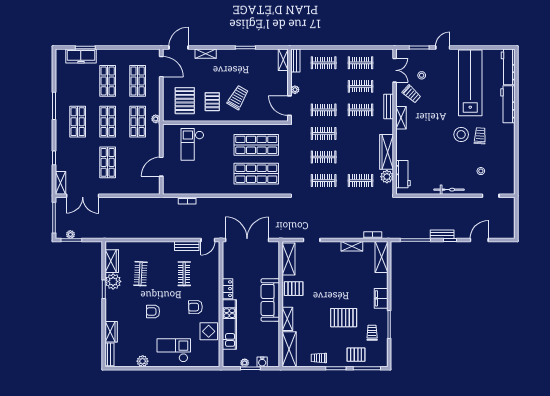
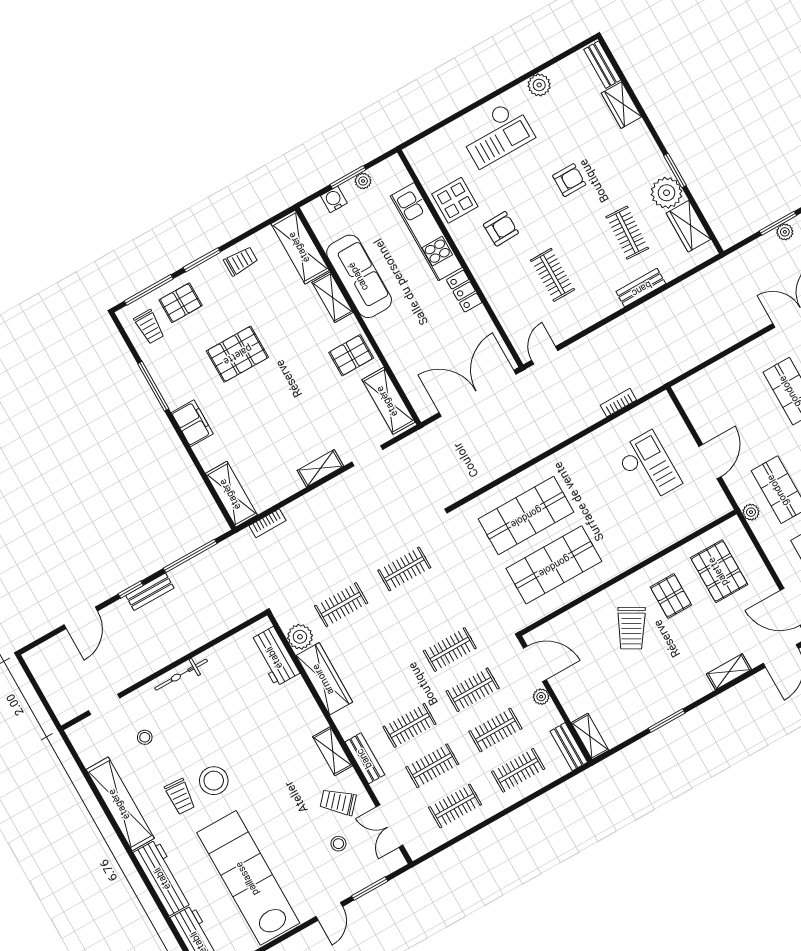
lab bench: (470, 83) -> (248, 878), turned 180
checkout: (192, 144) -> (648, 467), moved
shelving: (508, 148) -> (120, 804), added
clothes rail: (324, 157) -> (495, 730), moved
door: (161, 167) -> (710, 462), moved
double door: (247, 240) -> (478, 393), swing flipped
bench: (187, 246) -> (641, 288), moved
shelving: (352, 246) -> (320, 468), moved
sofa: (270, 300) -> (359, 276), moved
trolley: (372, 333) -> (149, 327), moved

